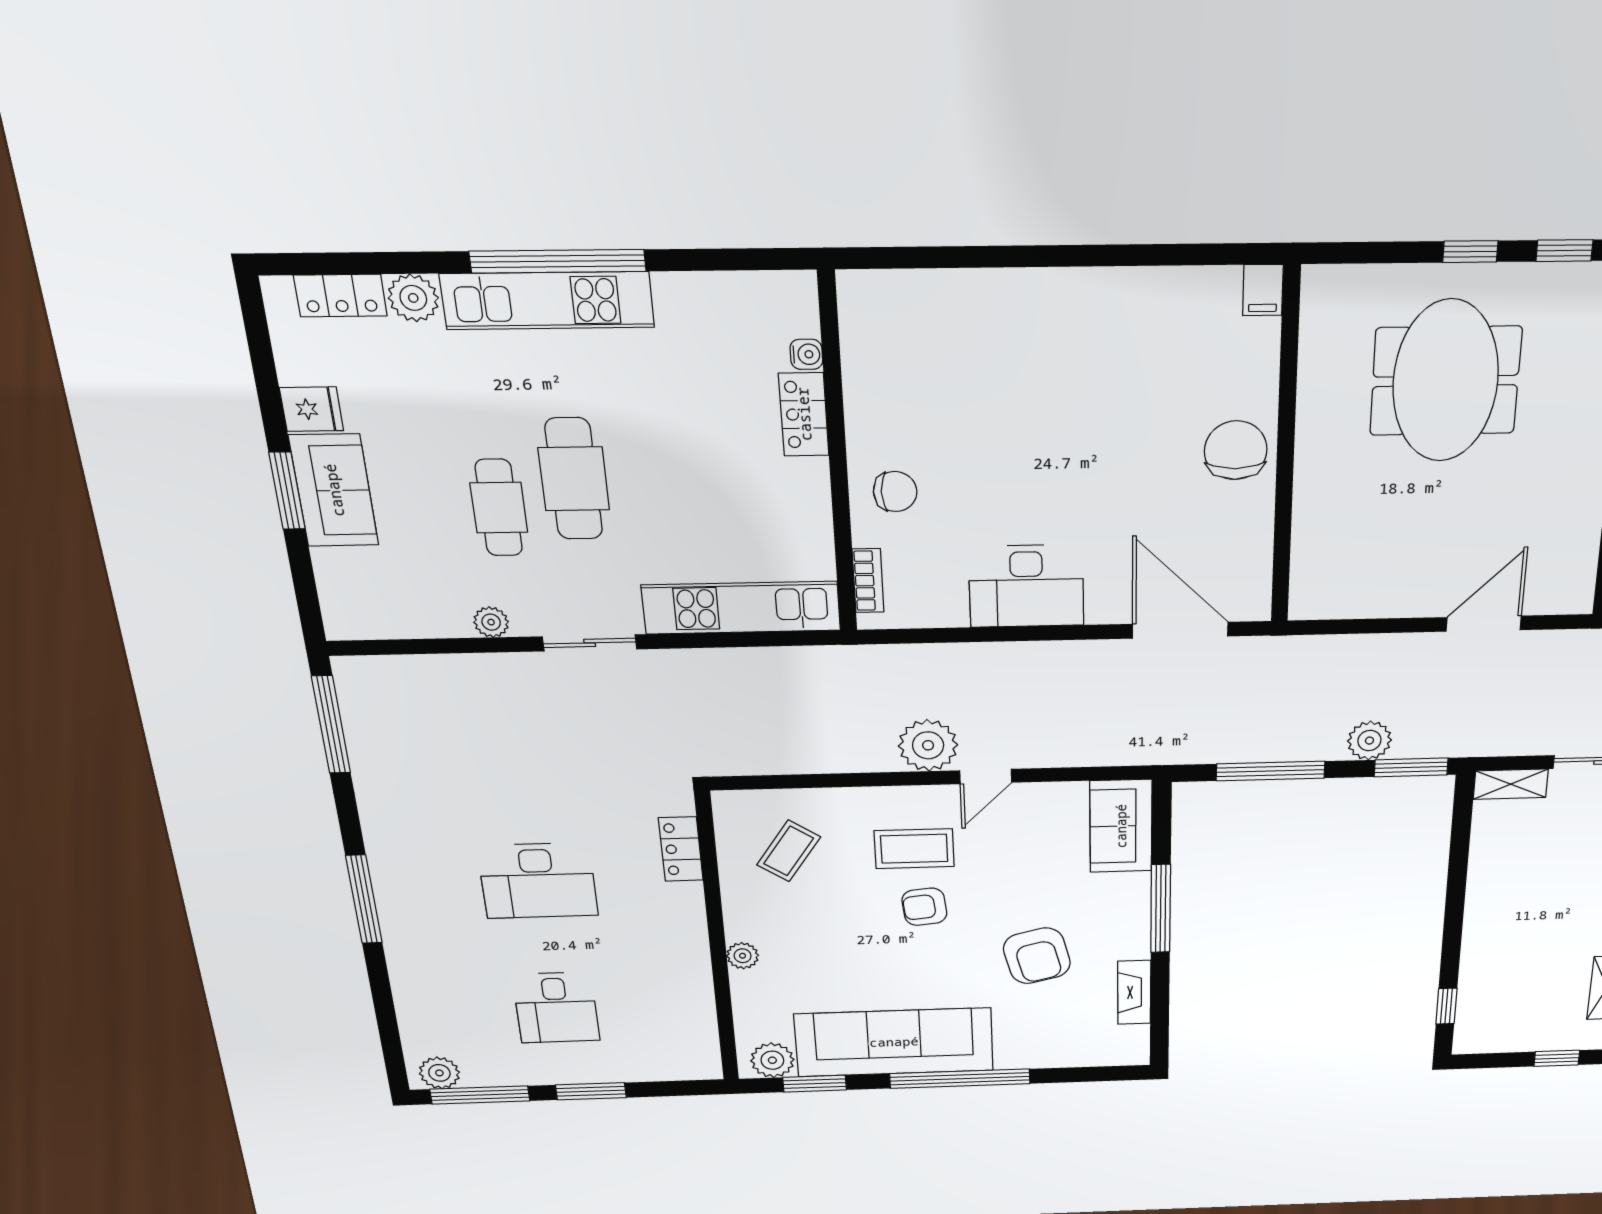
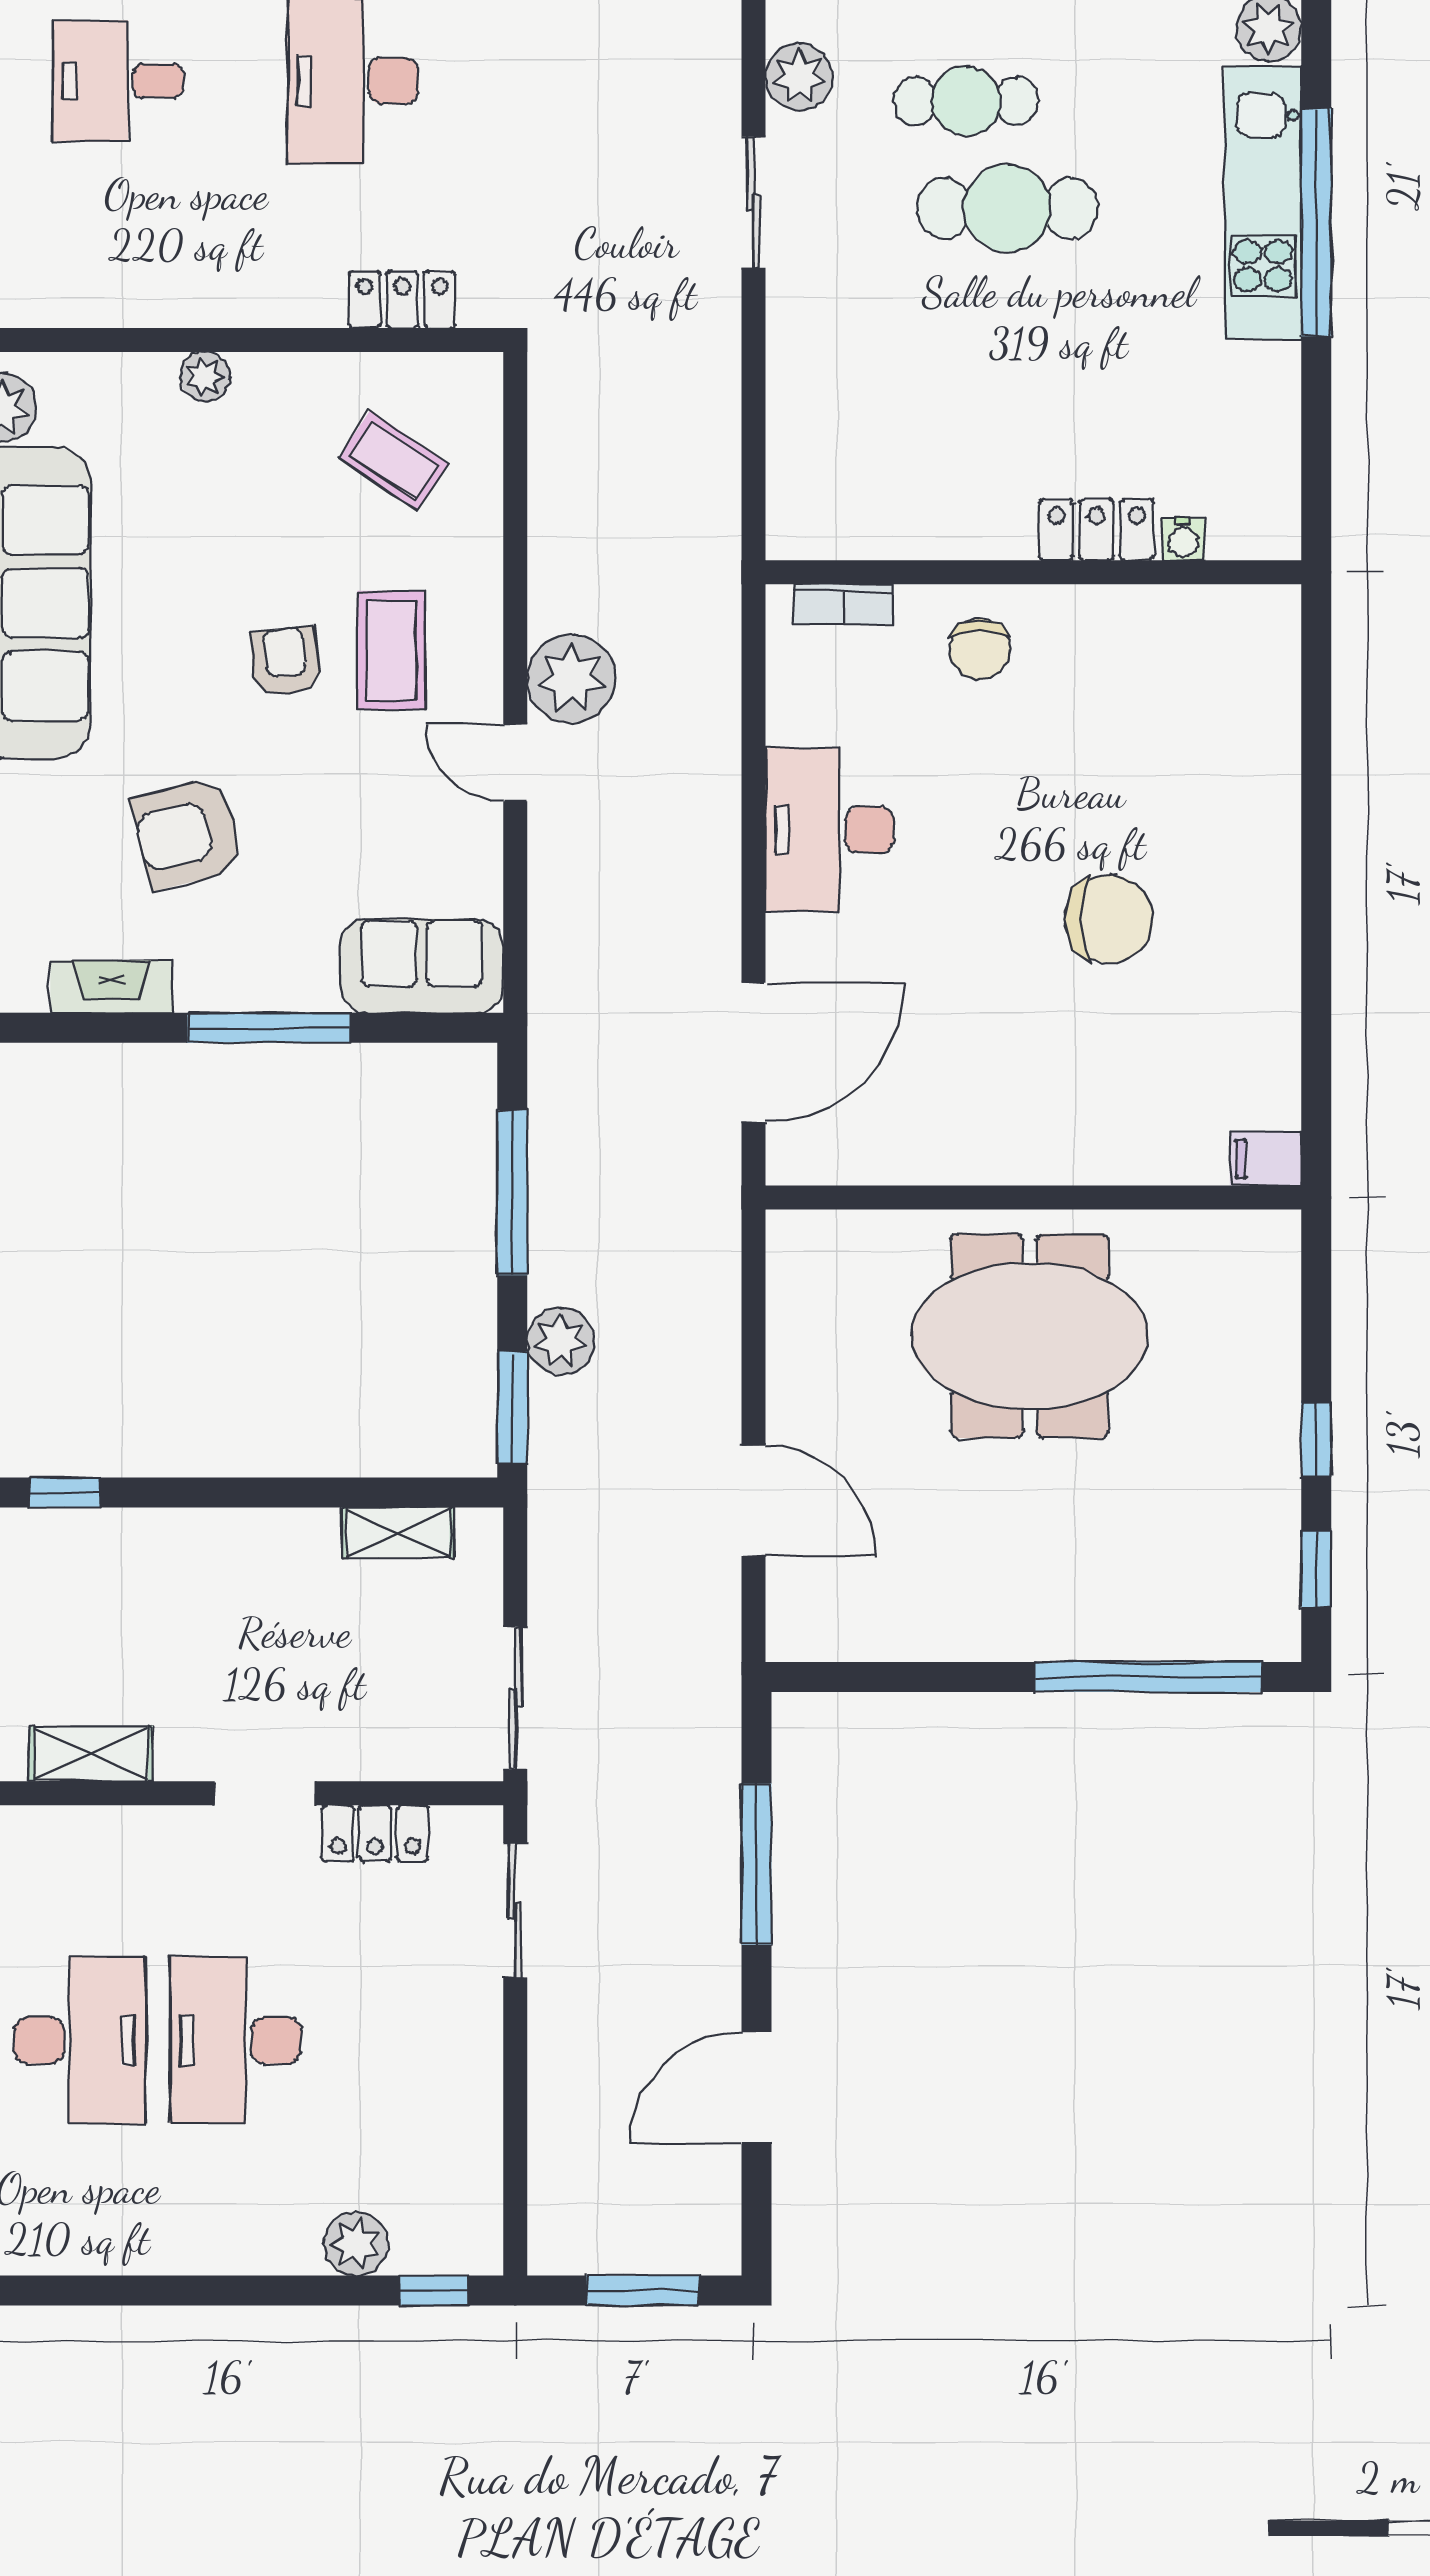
meeting table: (1446, 381) -> (1030, 1336), moved
chair: (1236, 450) -> (1109, 919), moved
kitchen unit: (741, 608) -> (804, 422), removed
plant: (491, 622) -> (799, 77), width x1.38, depth x1.38
shelving: (1511, 784) -> (398, 1533), moved, turned 90

